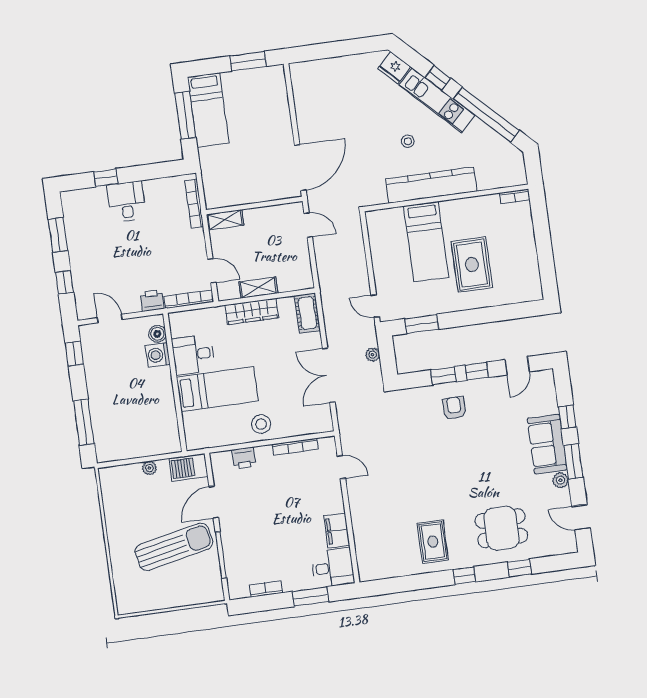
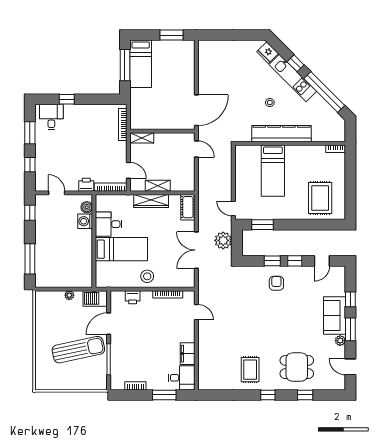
desk: (126, 202) -> (51, 117), moved
rug: (472, 264) -> (320, 198), moved
plant: (373, 355) -> (223, 240), width x1.88, depth x1.88

